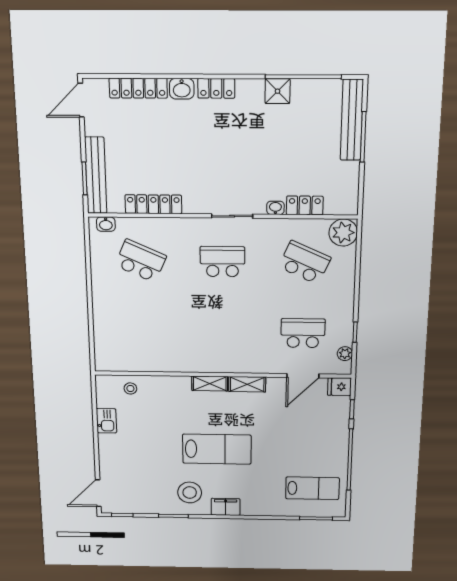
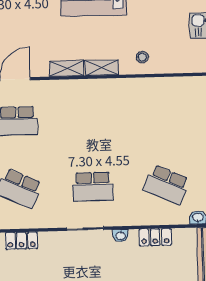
locker: (153, 204) -> (155, 237), width x0.66
washbasin: (275, 208) -> (121, 236), moved
stool: (130, 388) -> (142, 57), moved

